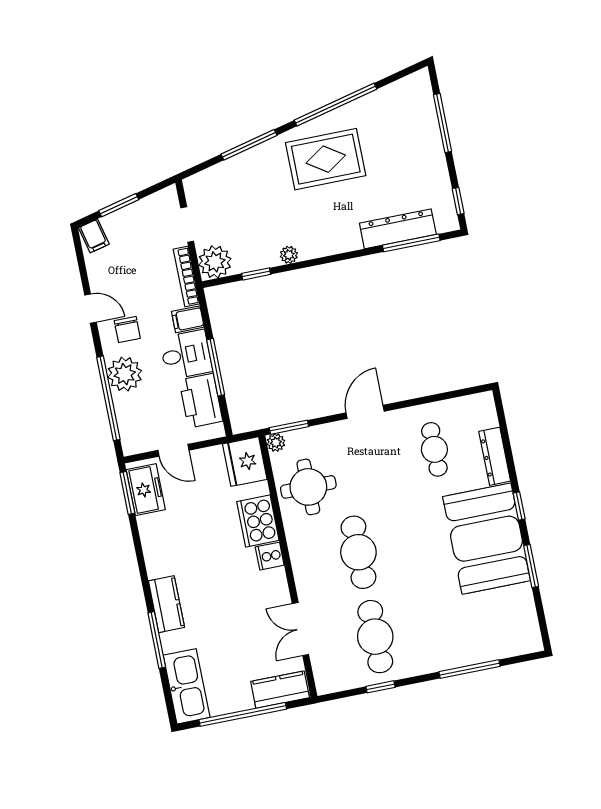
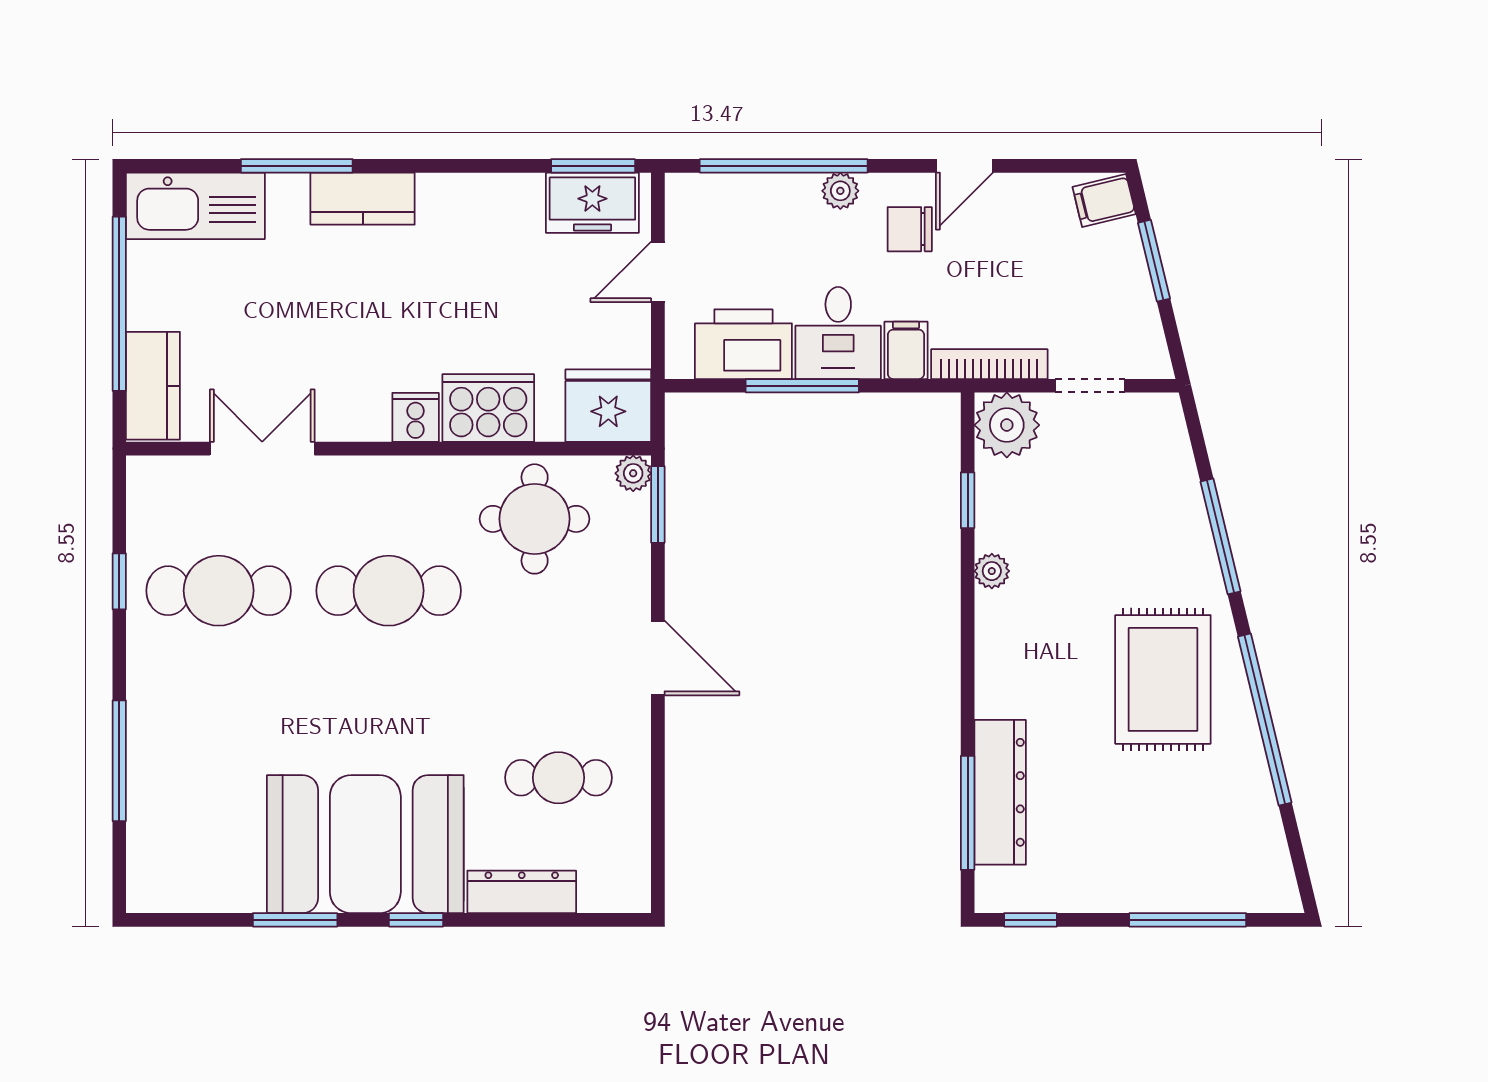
plant: (125, 374) -> (840, 191), width x0.53, depth x0.53

